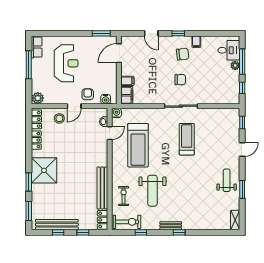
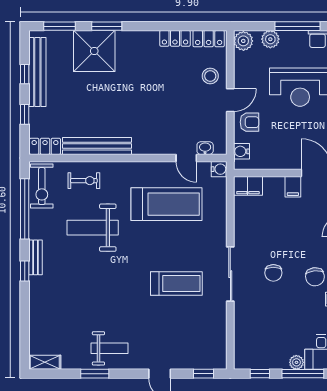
plant: (37, 81) -> (270, 39), added
filing cabinet: (127, 81) -> (293, 187), moved
door: (74, 106) -> (230, 100), swing flipped
treadmill: (138, 145) -> (167, 204), turned 180
shower: (44, 170) -> (94, 51), moved
window: (141, 232) -> (25, 209), width x3.17

